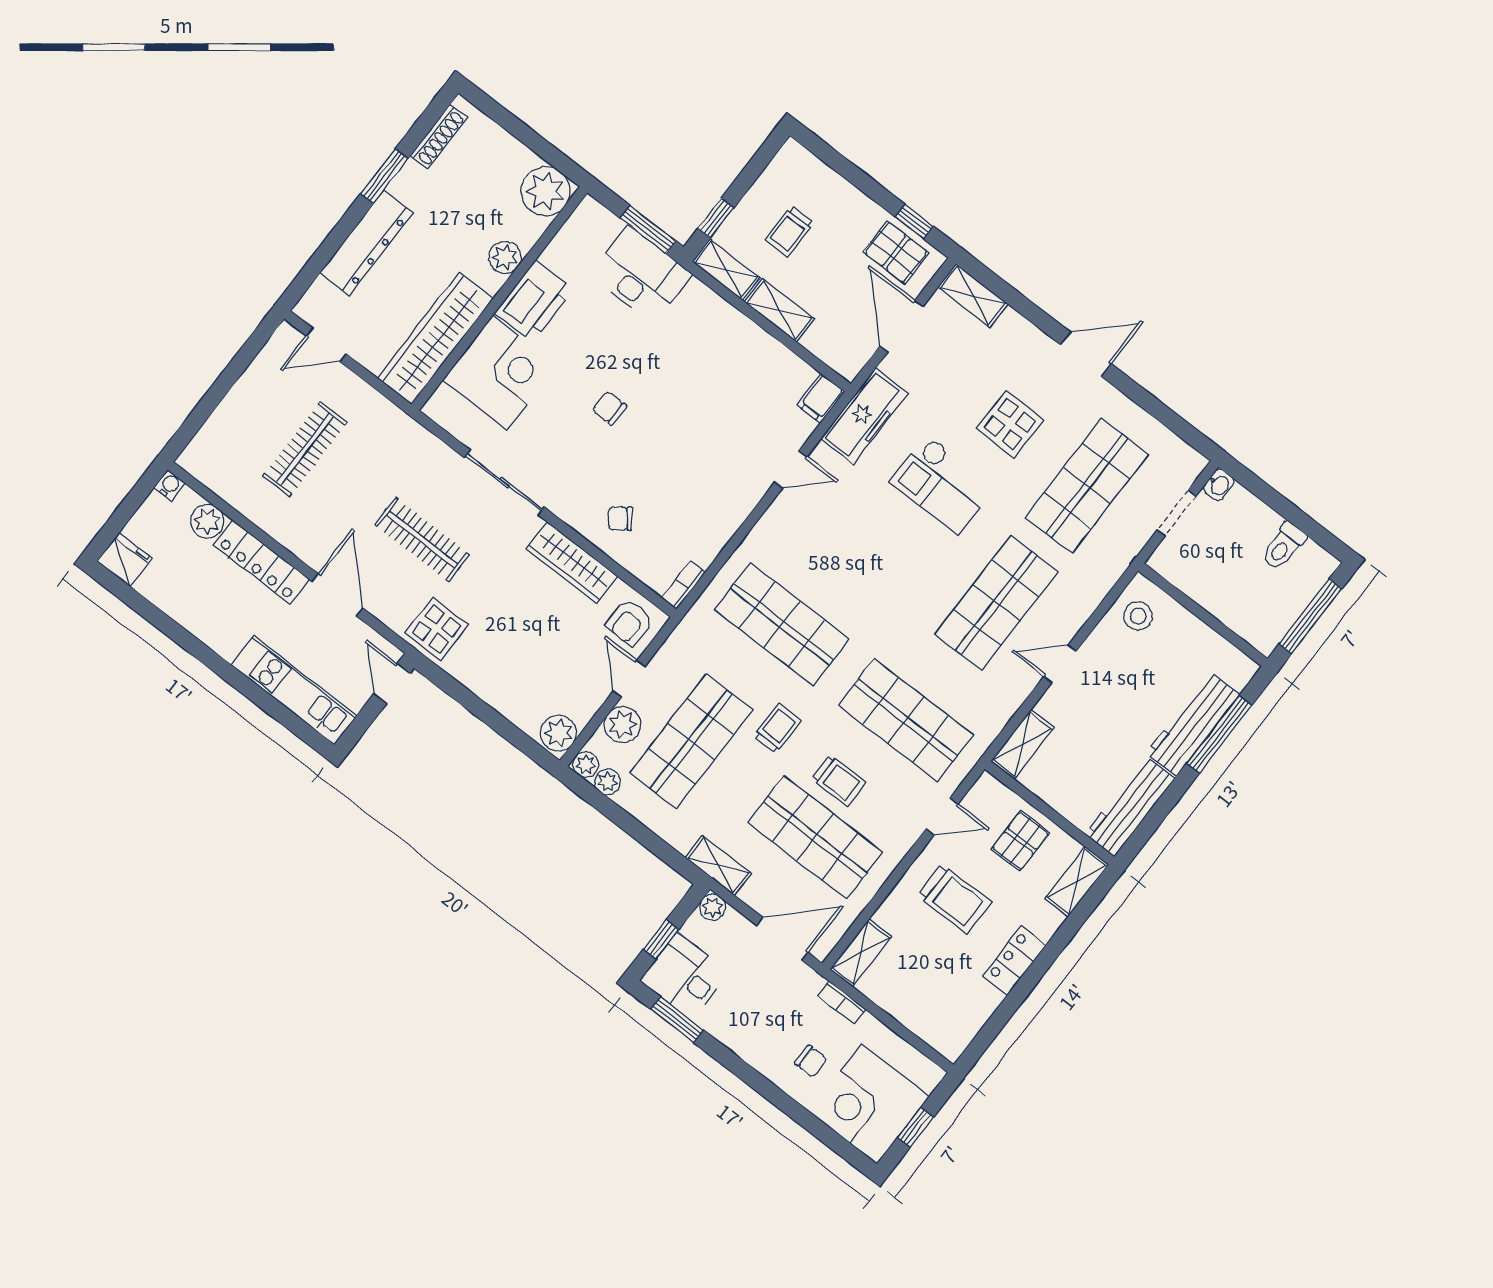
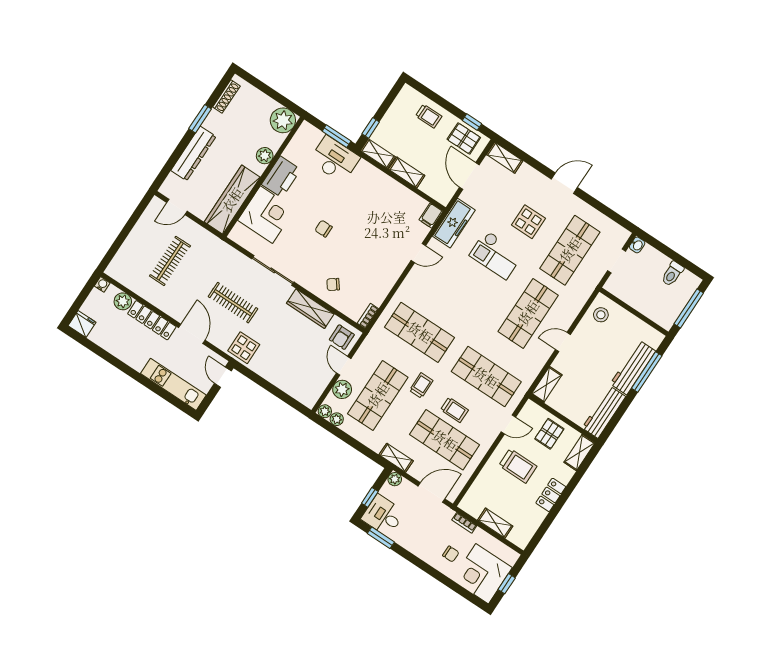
trolley: (789, 231) -> (429, 116), moved, turned -90
plant: (558, 733) -> (310, 396), removed
shelving: (861, 953) -> (495, 523), moved, turned 90

